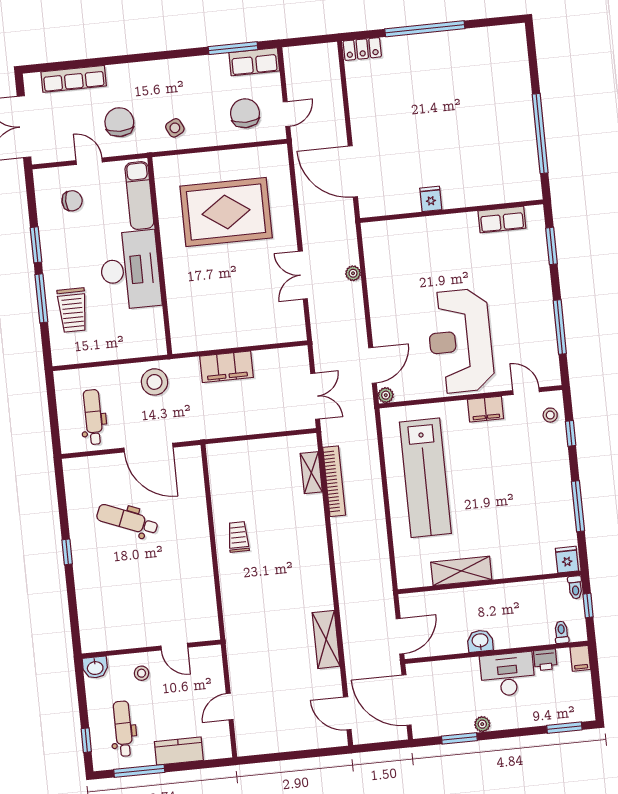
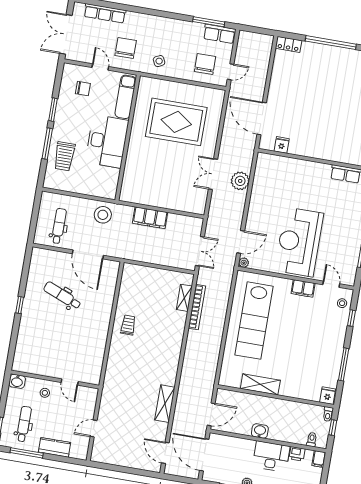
fridge: (431, 199) -> (282, 145), moved
plant: (353, 273) -> (240, 181), width x1.88, depth x1.88

